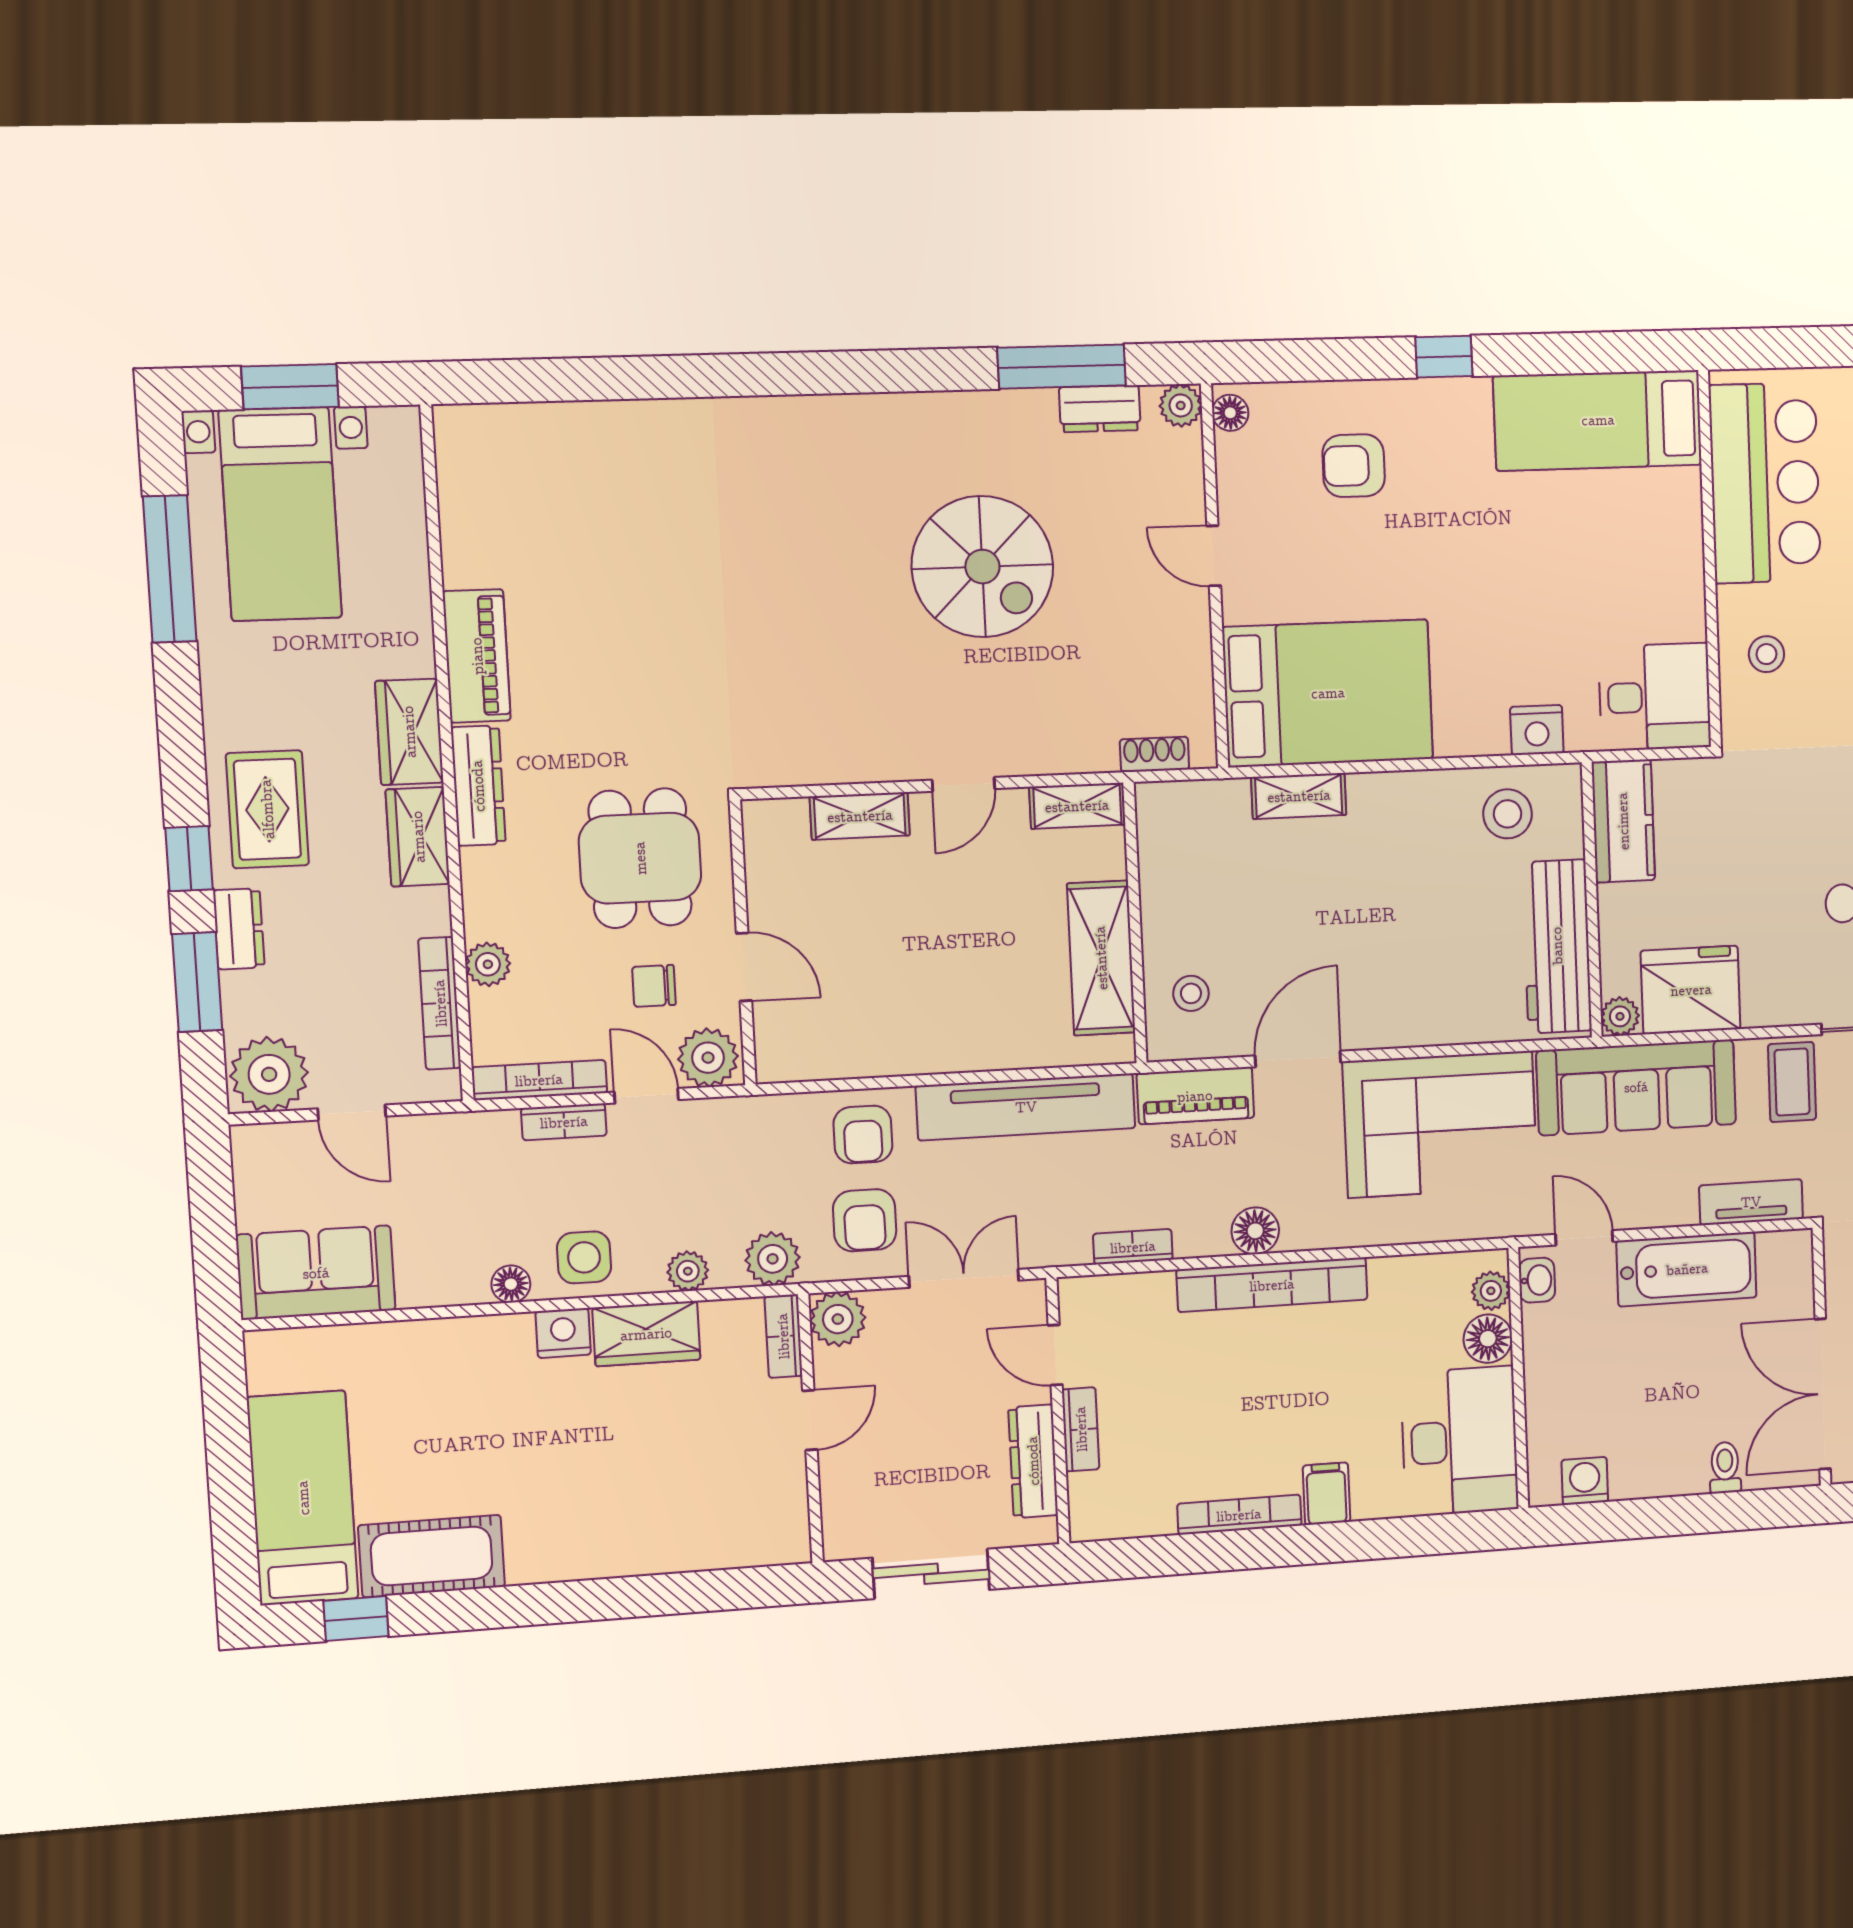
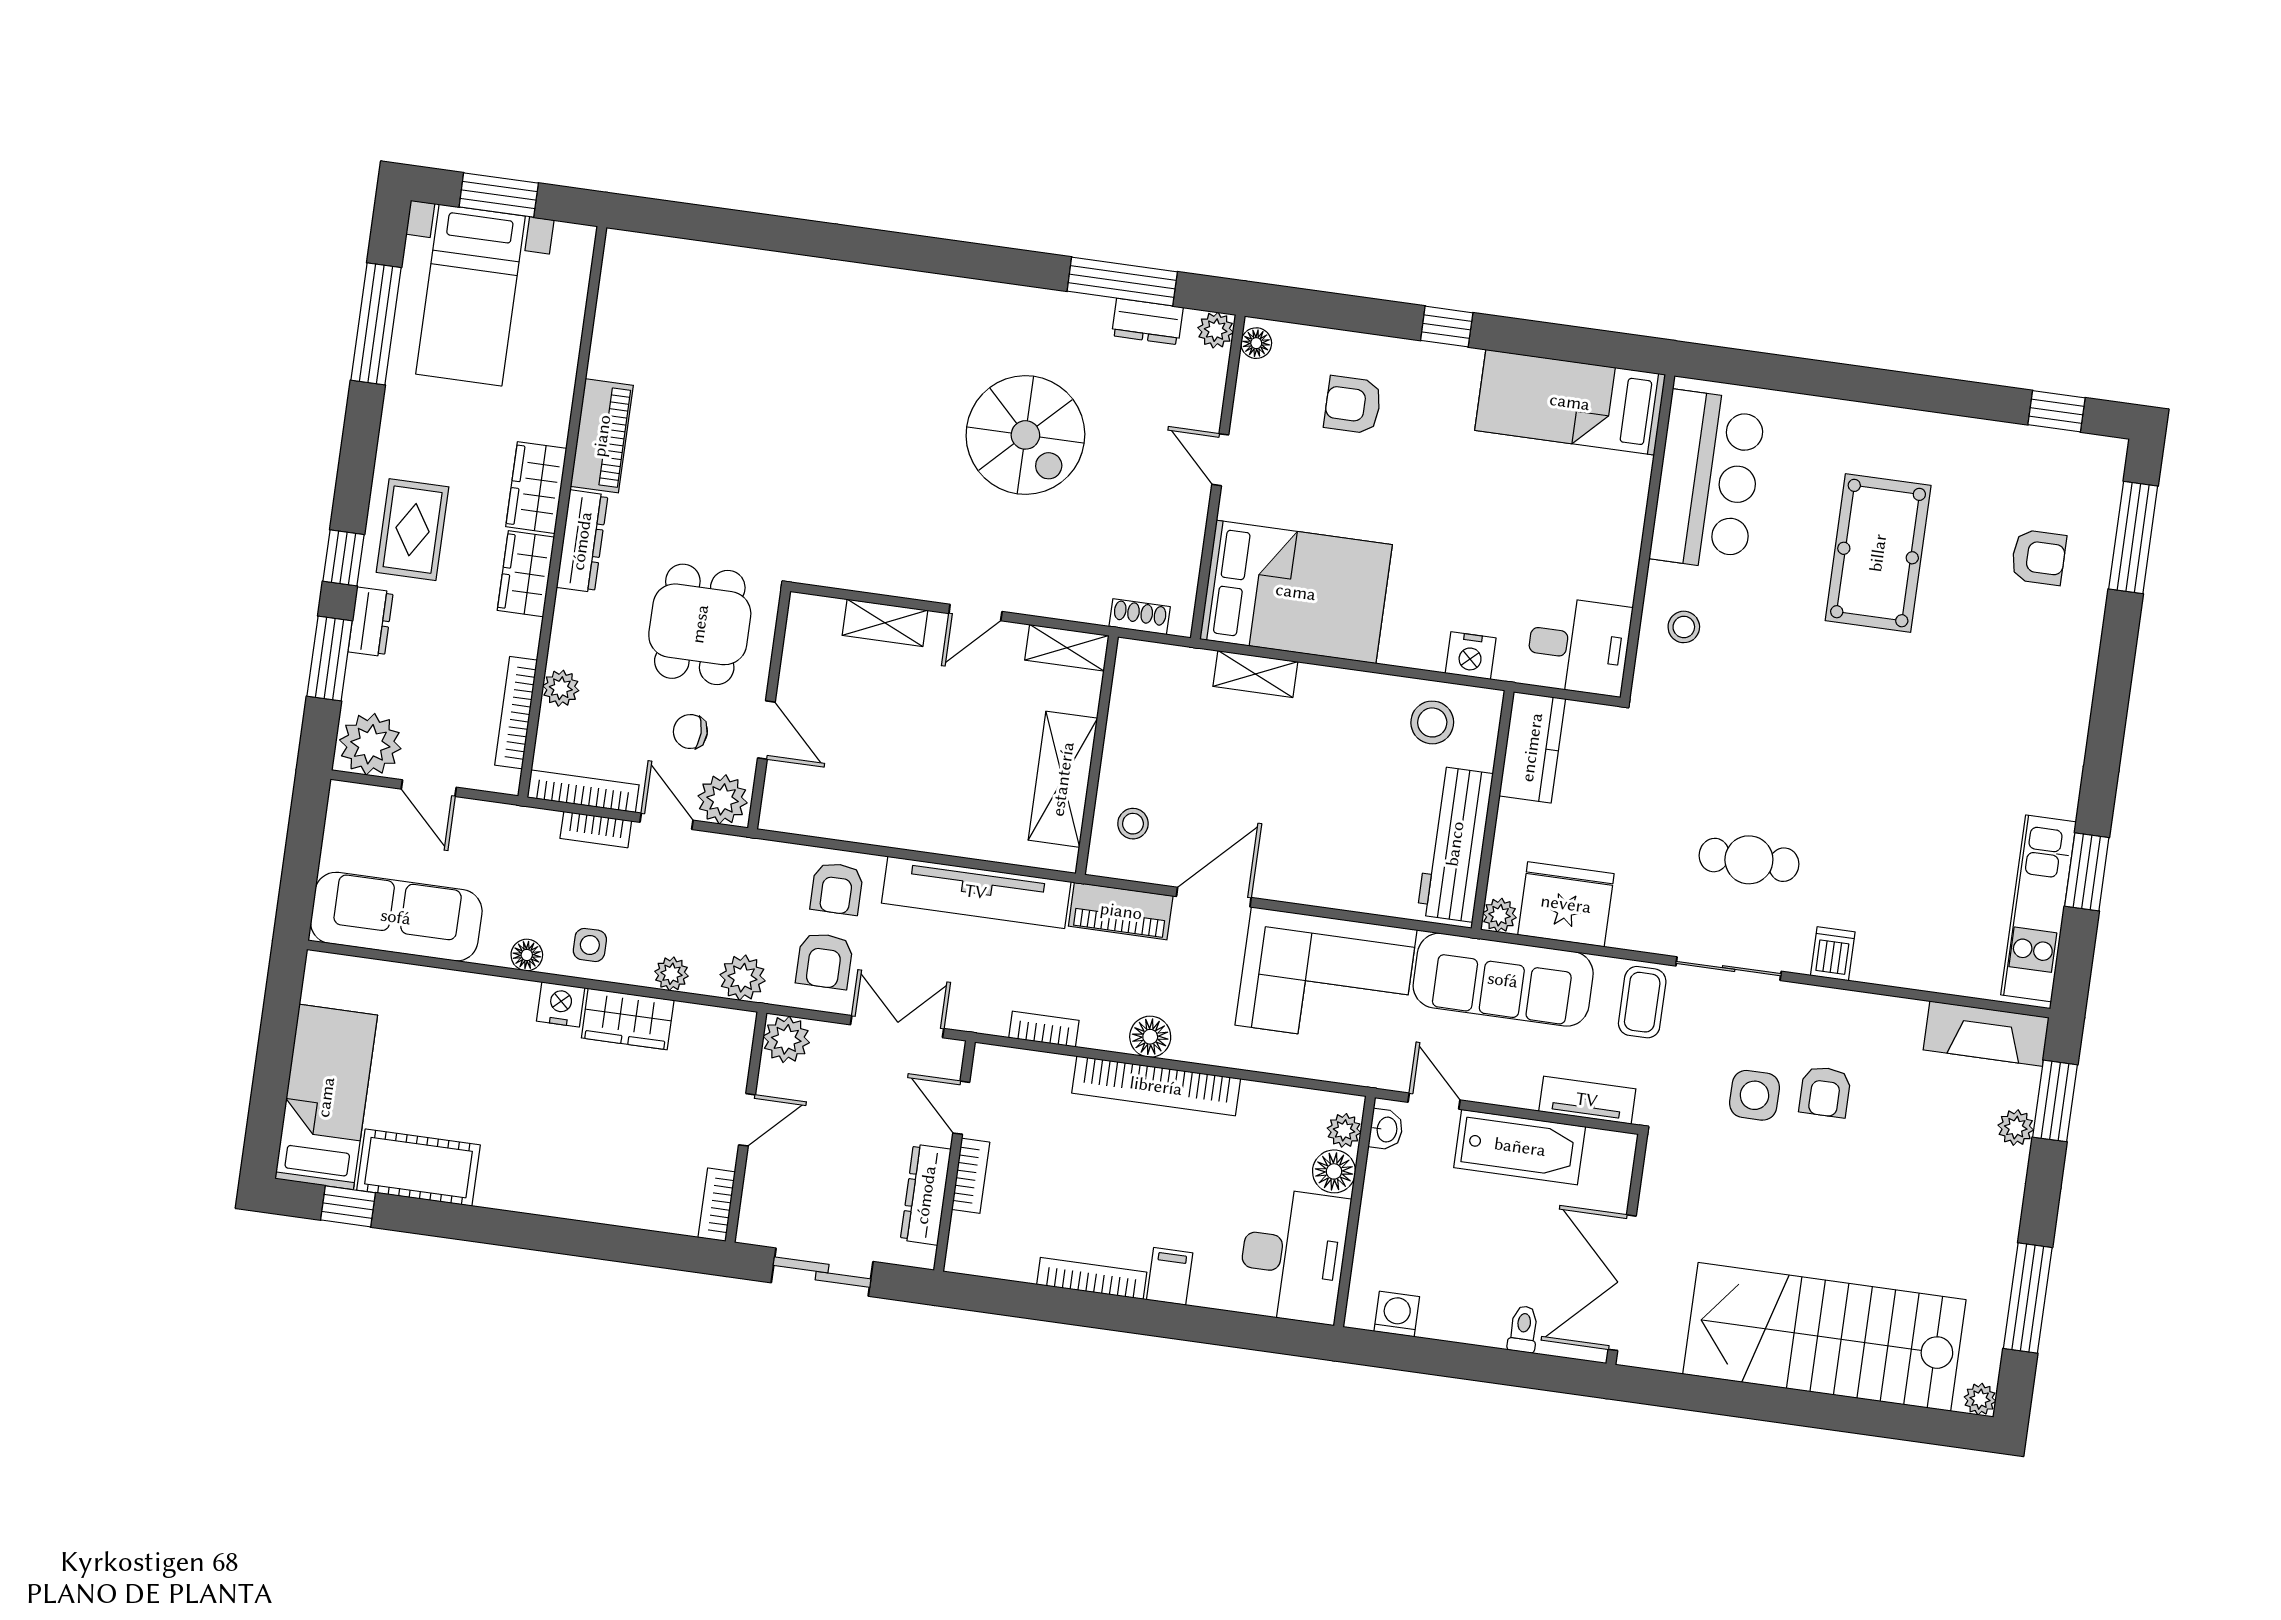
side table: (584, 1257) -> (590, 945), width x0.73, depth x0.73
sofa: (316, 1273) -> (396, 917), width x1.36
bookcase: (783, 1336) -> (717, 1205), moved

